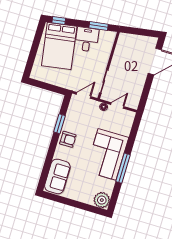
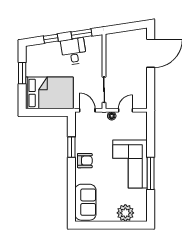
window: (59, 20) -> (51, 39), moved
window: (35, 45) -> (22, 73), added
bed: (59, 46) -> (49, 93), moved, turned -81
door: (83, 95) -> (87, 110), hinge flipped
plant: (102, 200) -> (125, 213), moved

